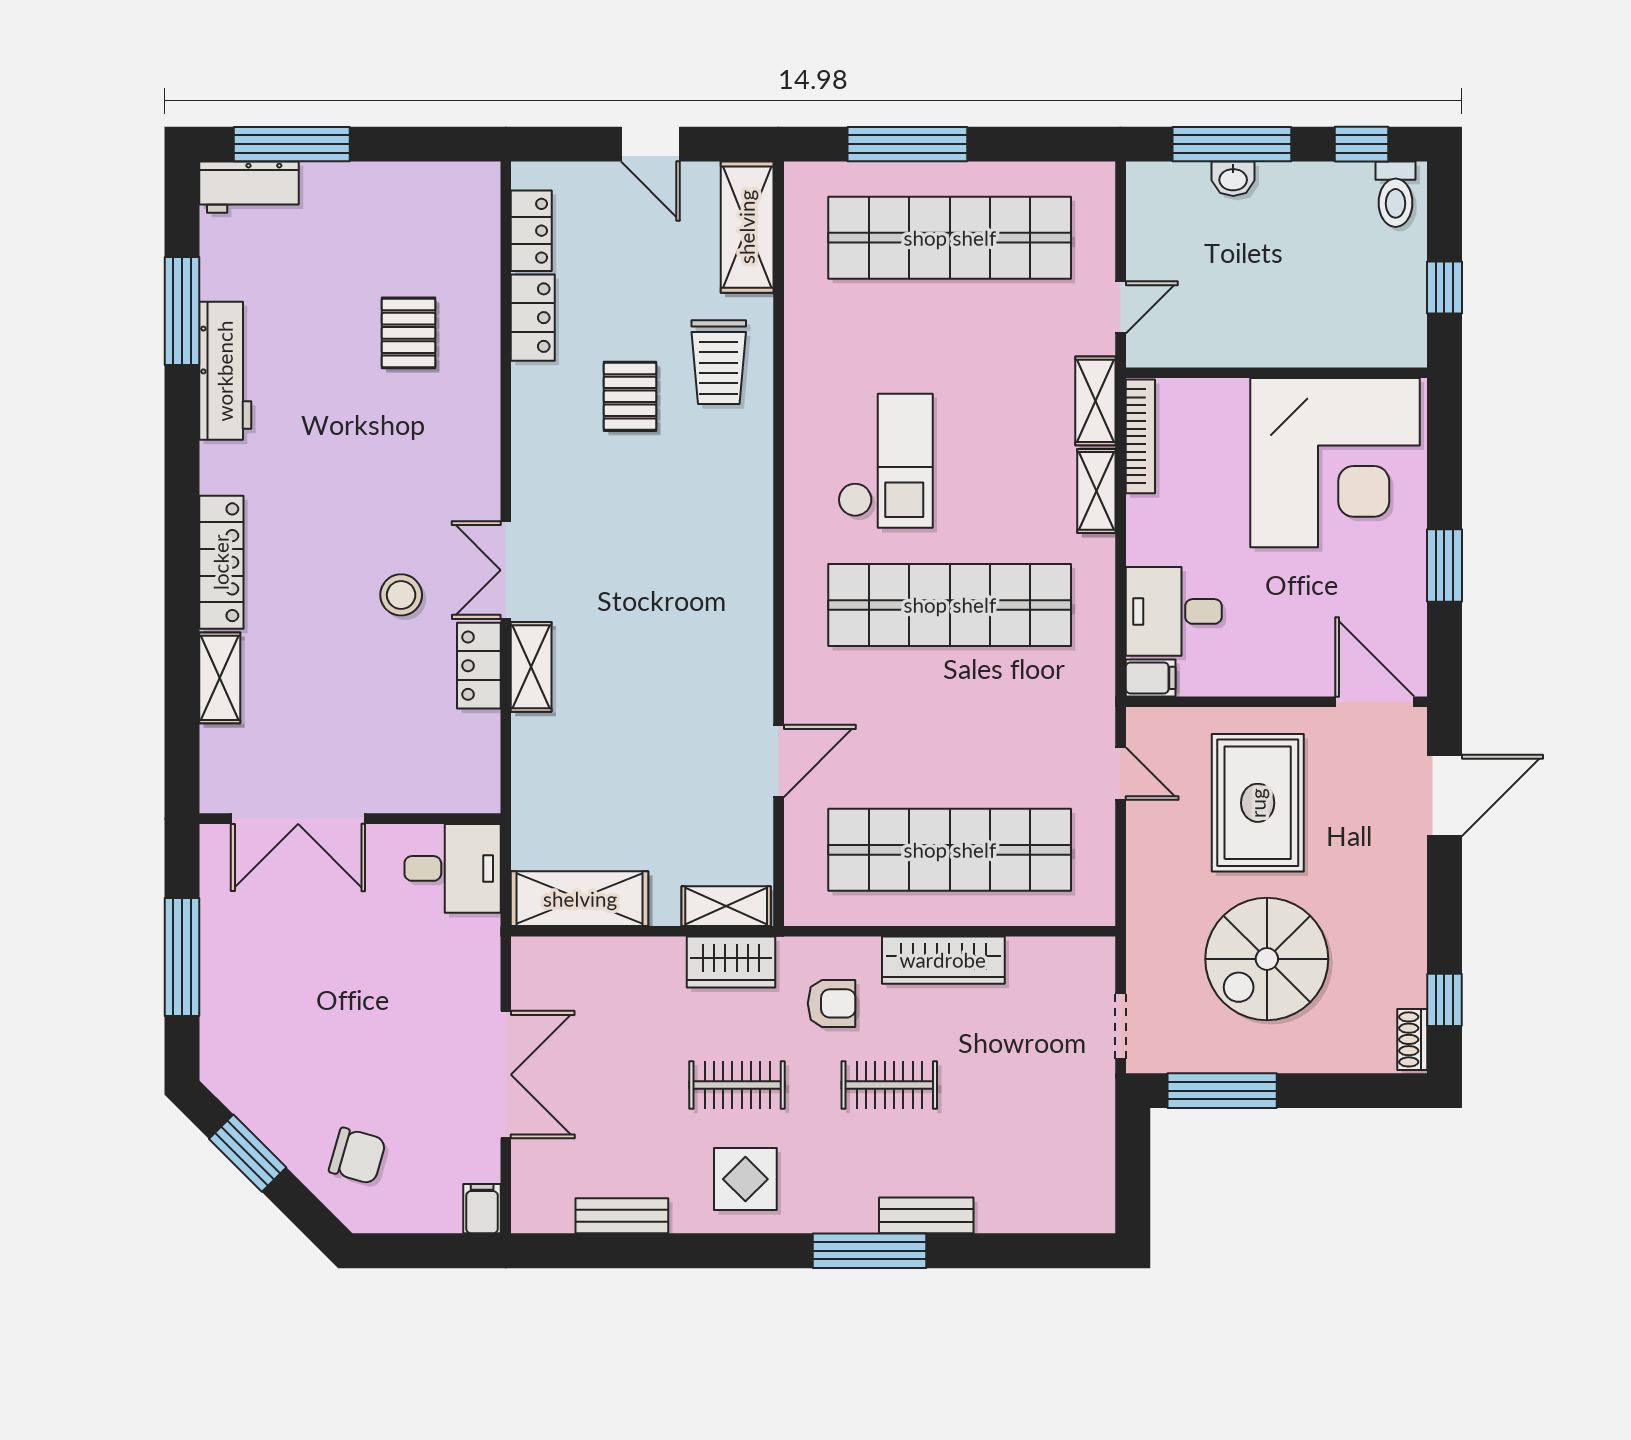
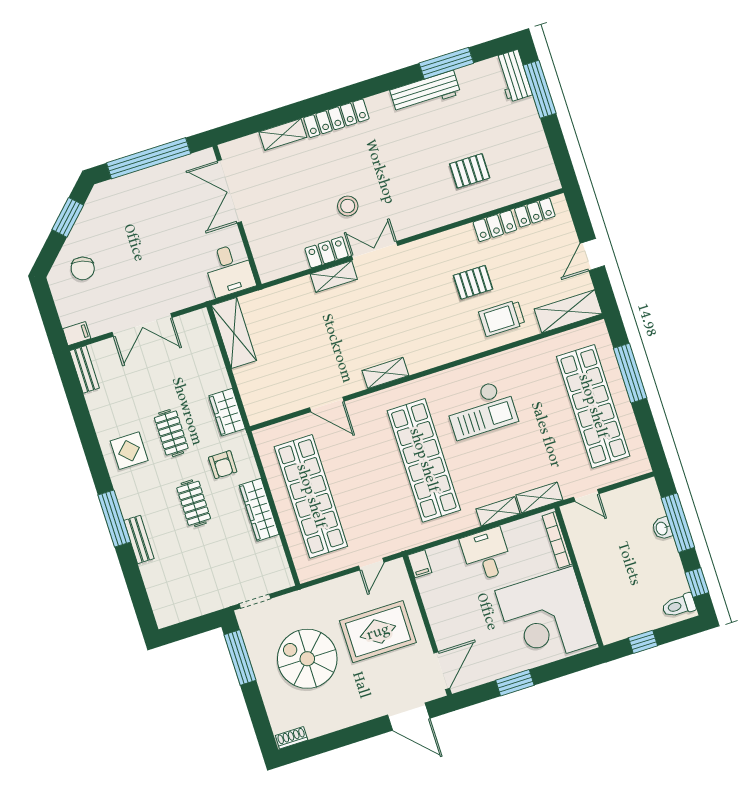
bookcase: (1140, 436) -> (557, 540), moved, turned 90
desk: (1174, 611) -> (486, 554), moved
shelving: (726, 906) -> (385, 373), moved, turned 90
window: (182, 957) -> (149, 158), width x1.46
window: (1444, 1000) -> (315, 747), removed
bench: (622, 1216) -> (84, 369), moved

